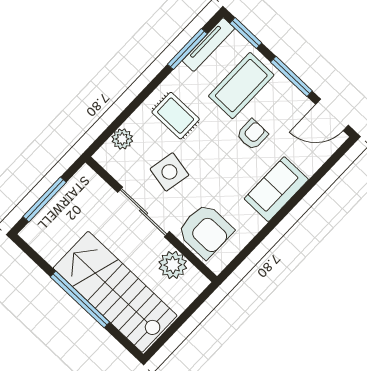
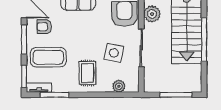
tv unit: (208, 45) -> (39, 88), width x0.71
armchair: (252, 135) -> (44, 27), moved

